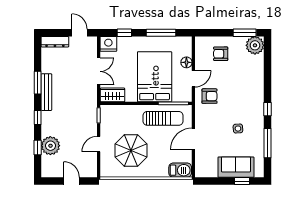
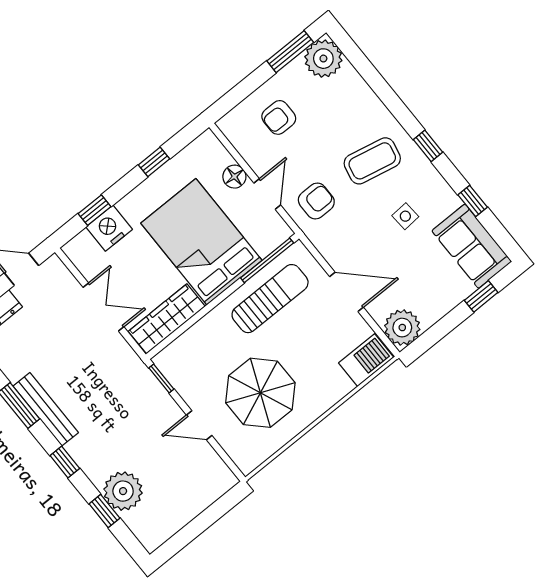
window: (161, 33) -> (154, 162), width x0.46
nightstand: (108, 44) -> (109, 228), moved
wardrobe: (113, 95) -> (167, 319), width x1.50
coffee table: (242, 98) -> (372, 161), added
door: (193, 139) -> (347, 292), swing flipped
window: (268, 143) -> (473, 201), width x0.46
door: (99, 144) -> (199, 425), hinge flipped
sofa: (236, 167) -> (472, 246), moved, turned -90
plant: (203, 169) -> (402, 328), added
door: (72, 181) -> (204, 521), removed

